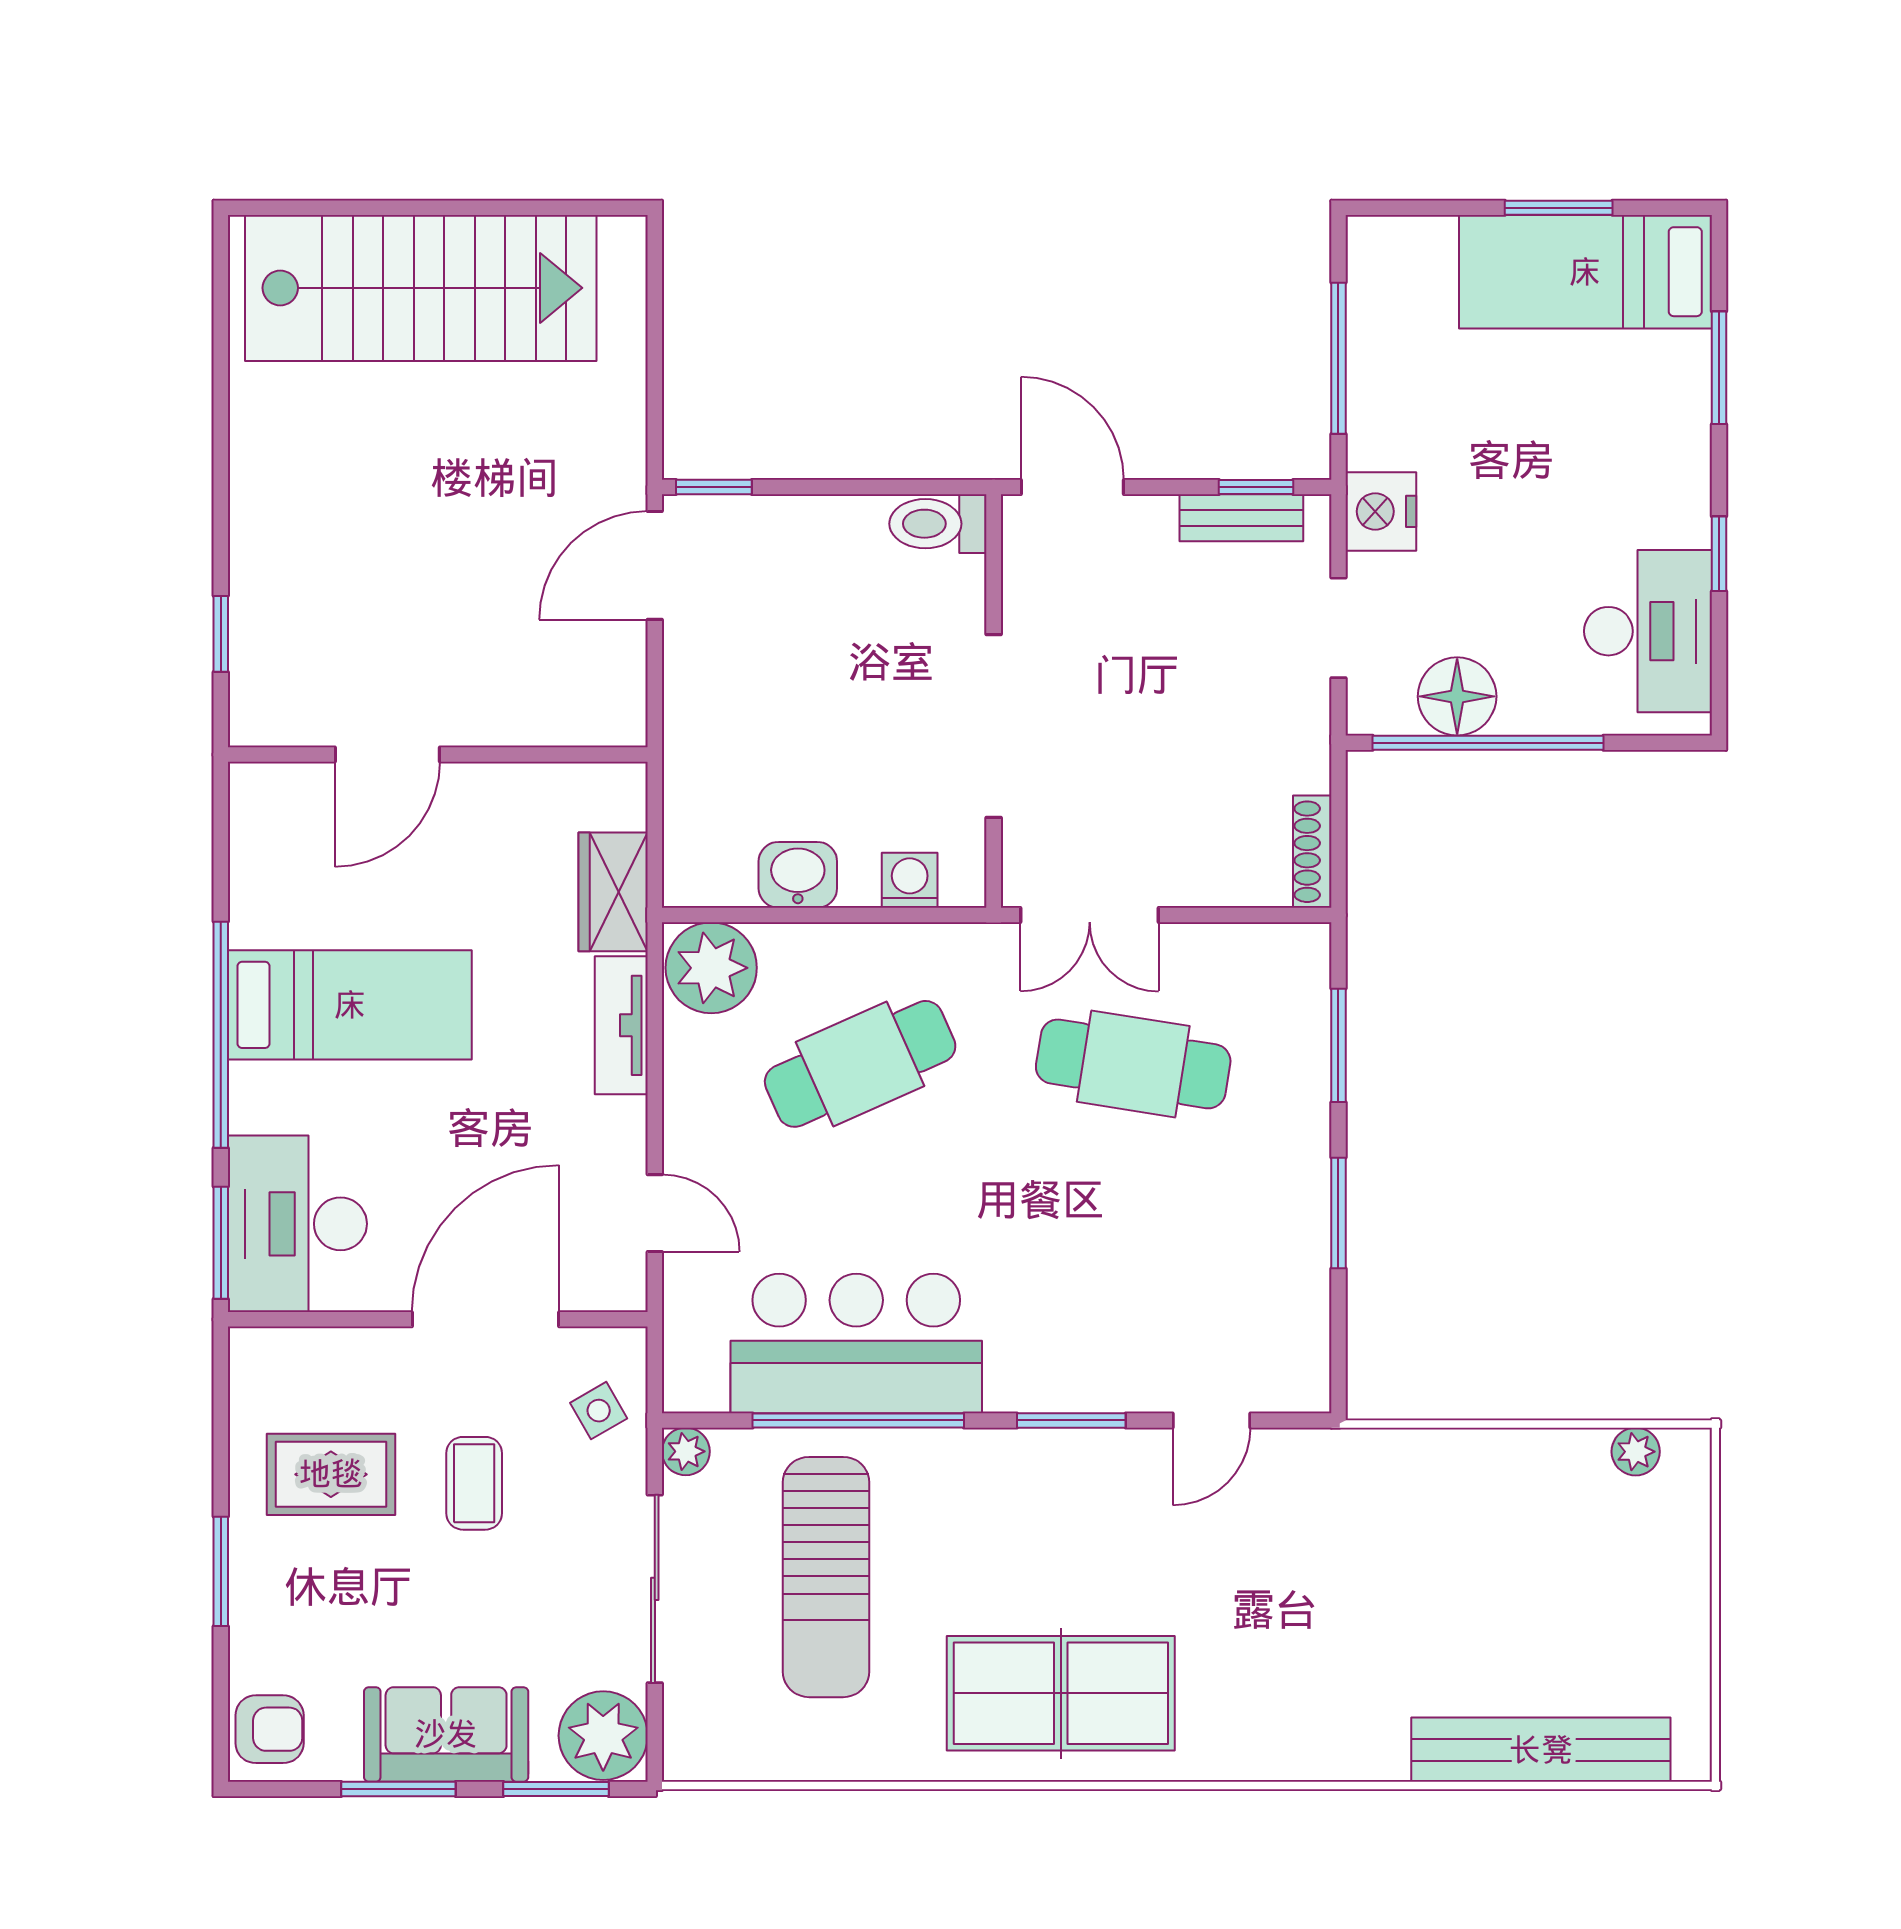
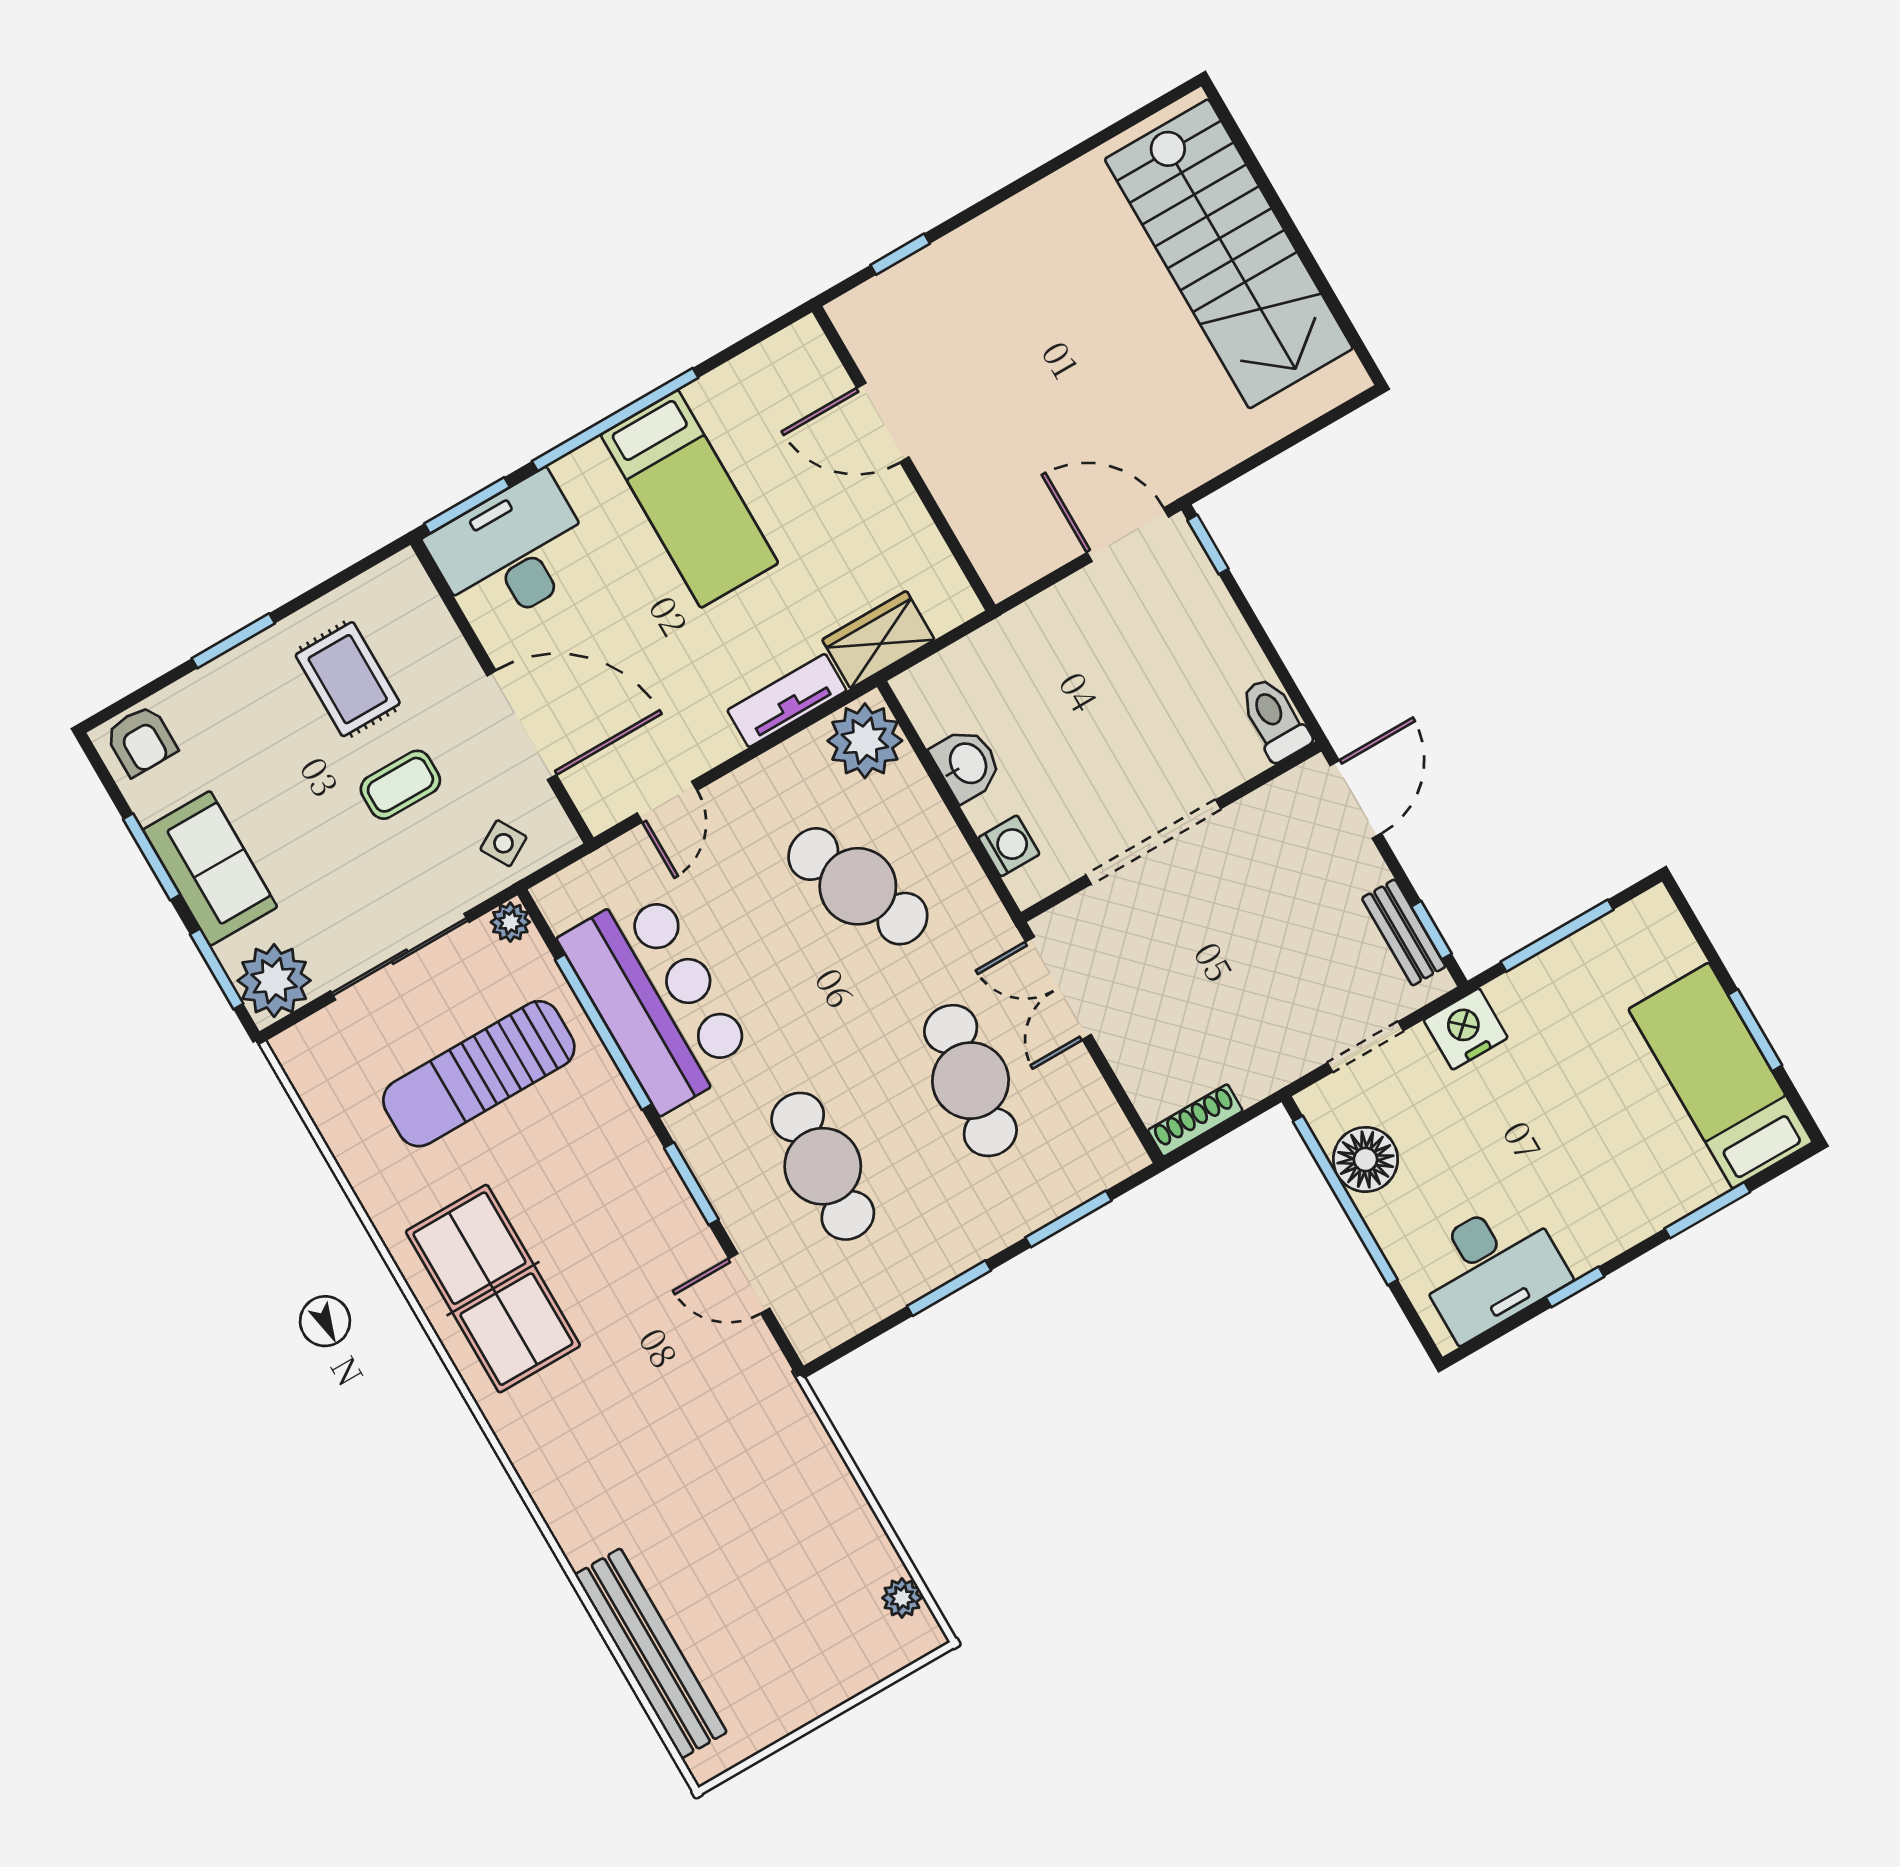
cafe table: (1133, 1272) -> (823, 1166), added

